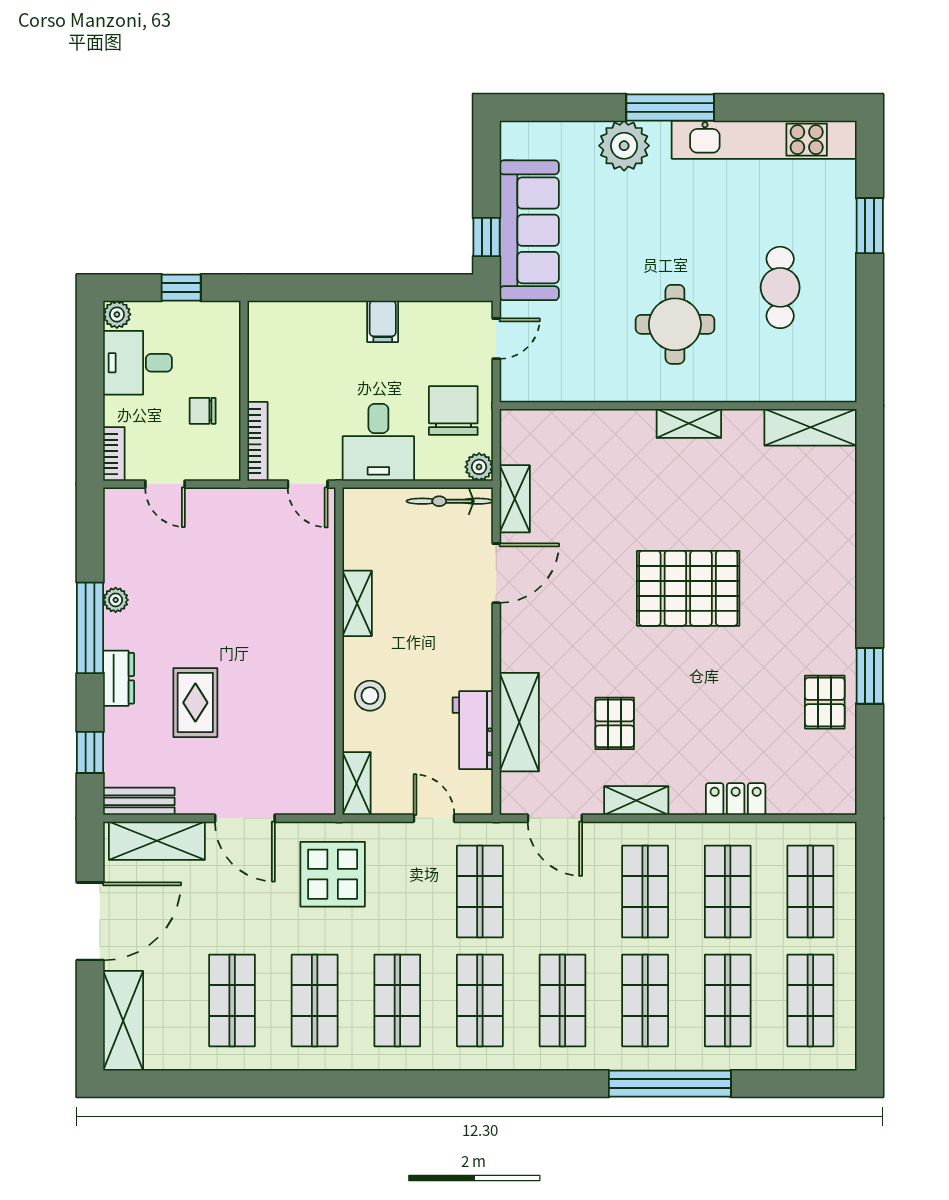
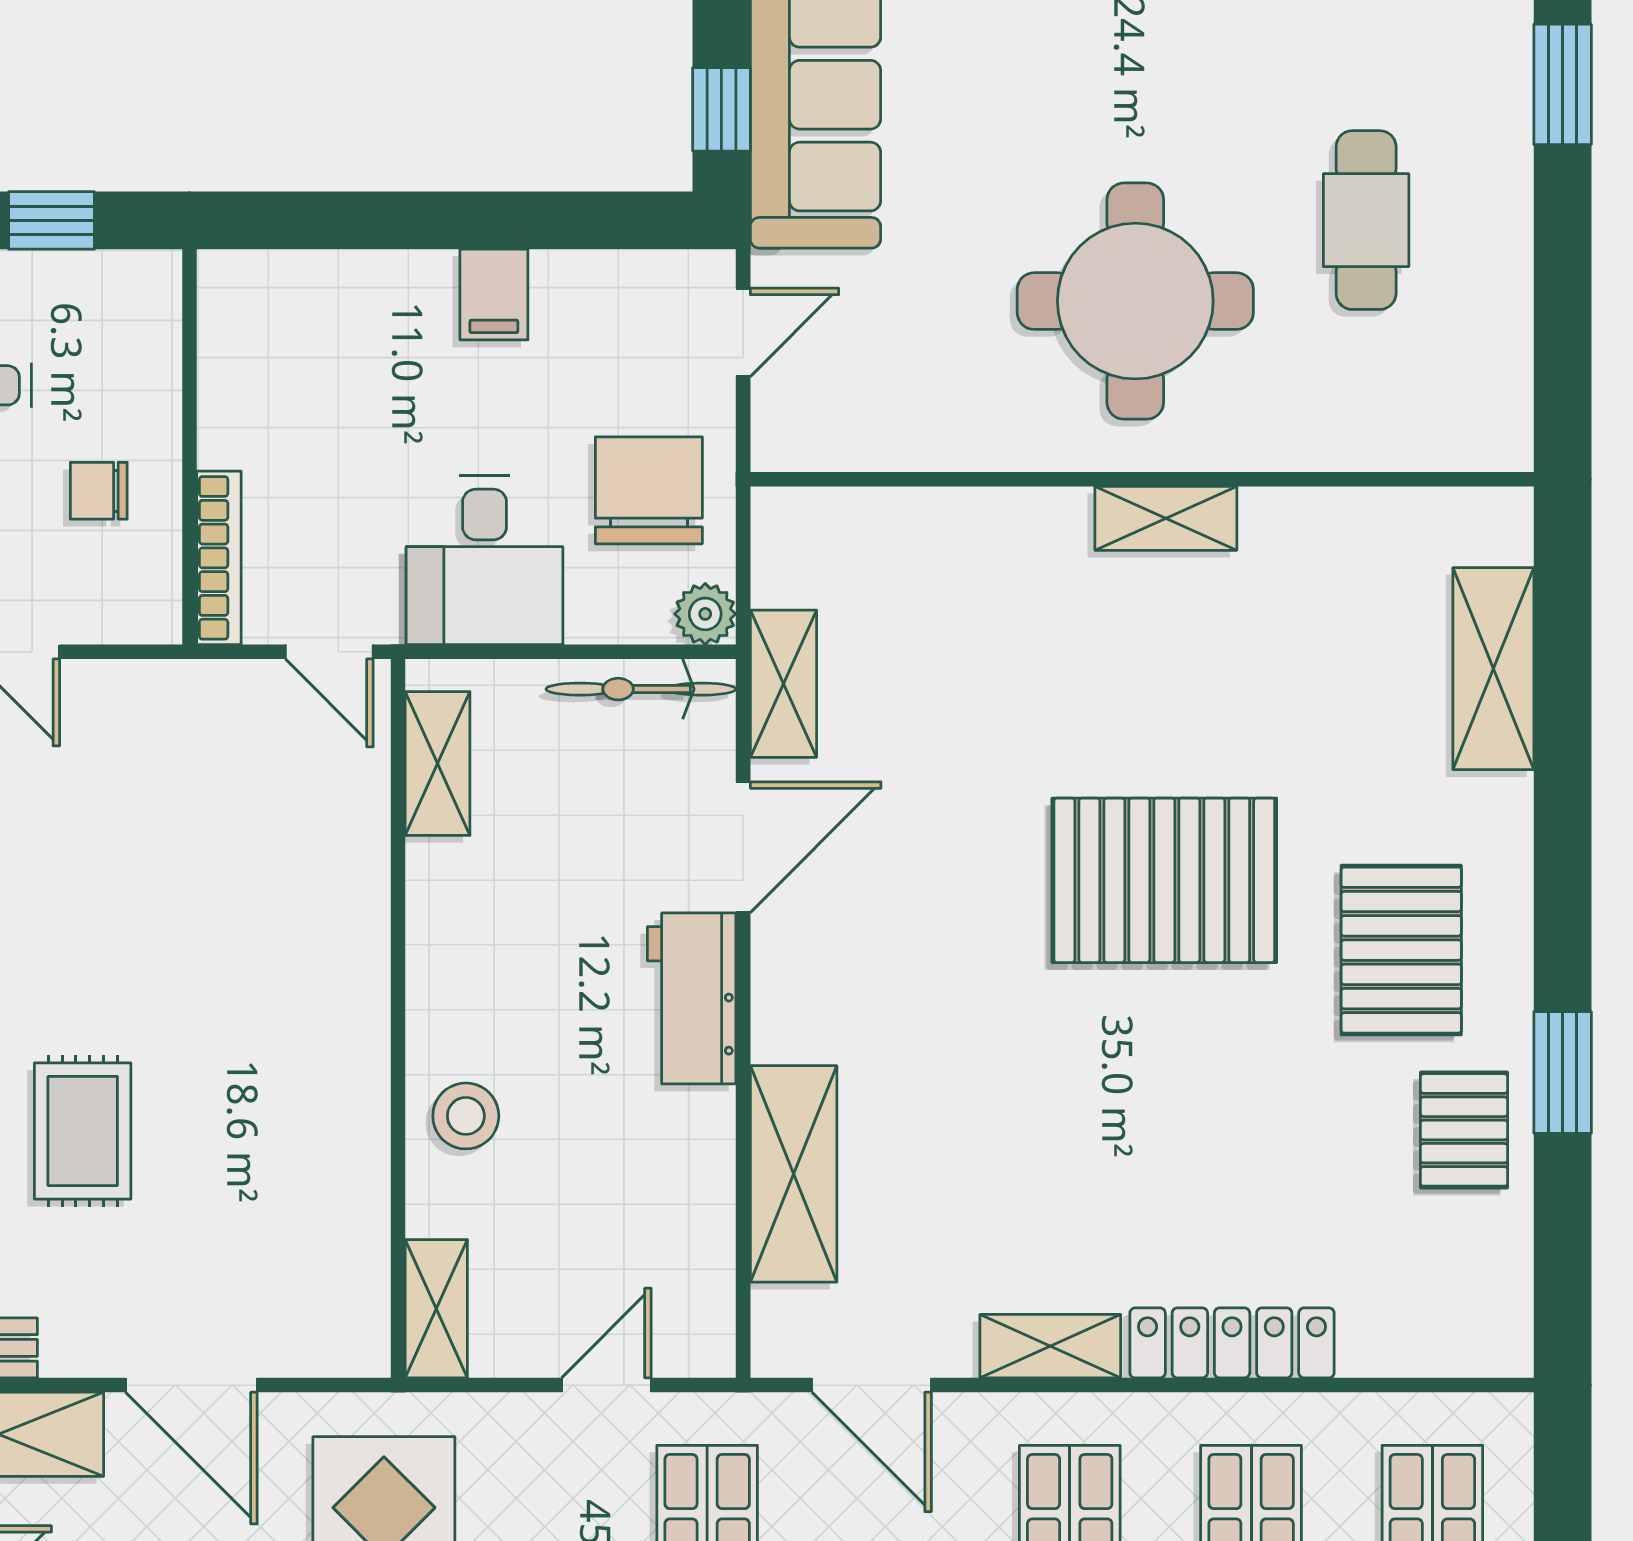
round table: (675, 324) -> (1135, 301), width x1.36, depth x1.36
shelving: (811, 427) -> (1493, 669), moved, turned 90
shelving: (357, 603) -> (438, 764), moved
pallet: (615, 723) -> (1401, 950), moved, width x1.50, depth x1.42
workbench: (473, 730) -> (692, 998), moved
locker: (736, 799) -> (1232, 1343), width x1.53
door: (434, 818) -> (606, 1385), hinge flipped

